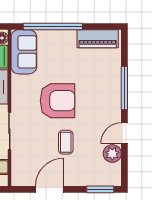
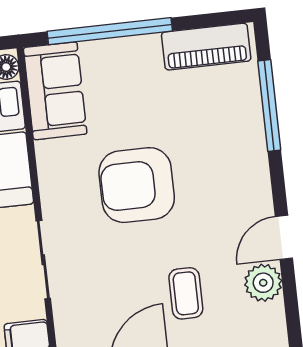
window: (124, 88) -> (269, 105), moved
armchair: (58, 101) -> (137, 185), turned 180
coffee table: (66, 142) -> (186, 293), moved

